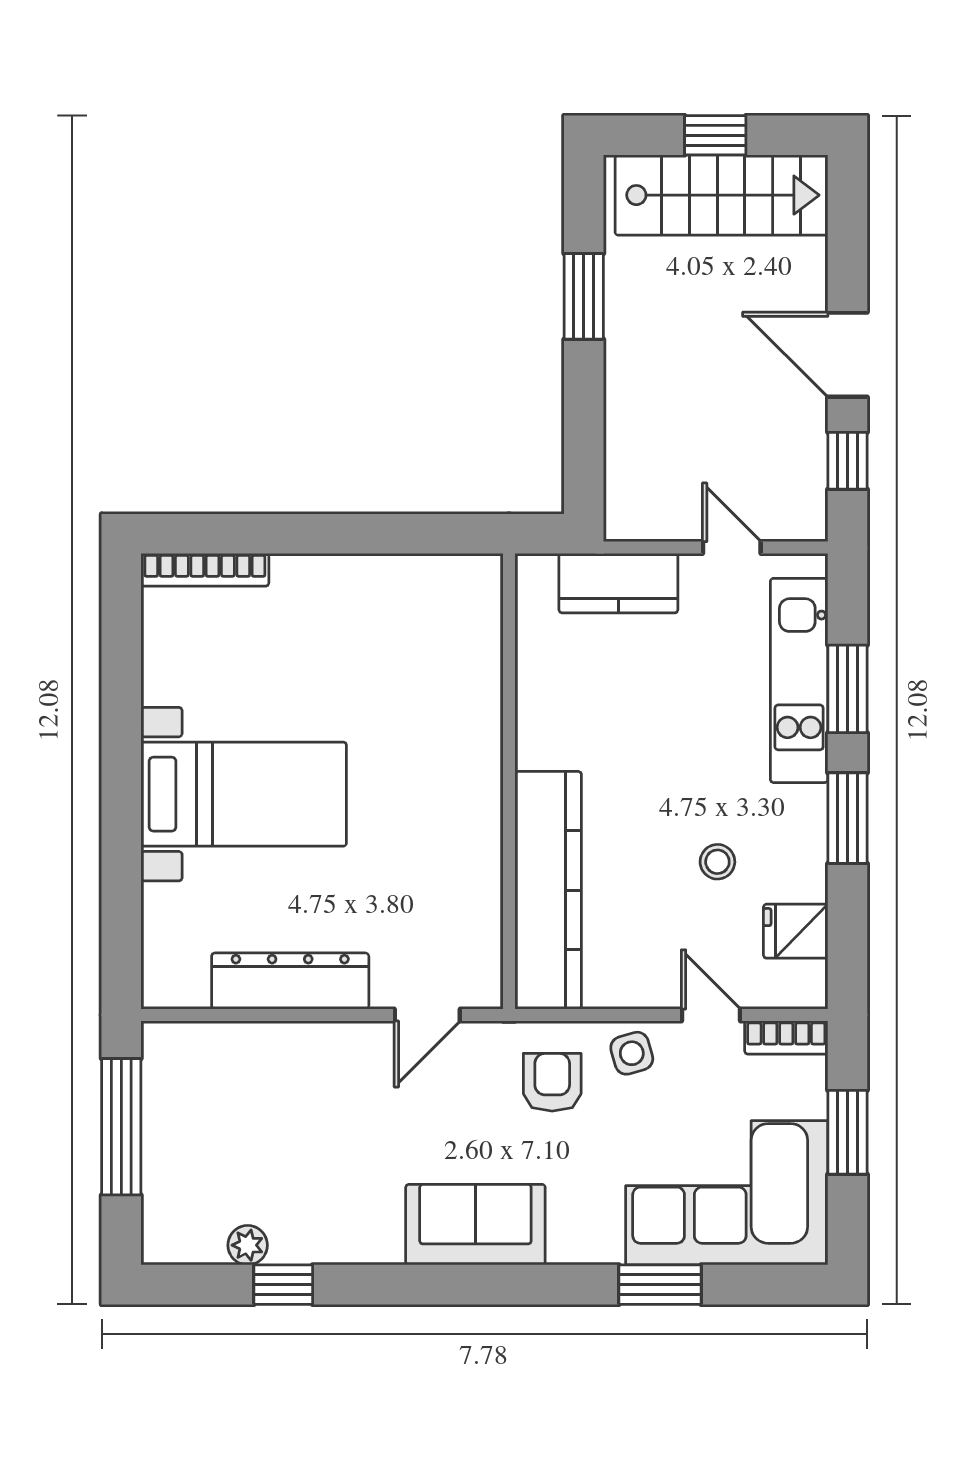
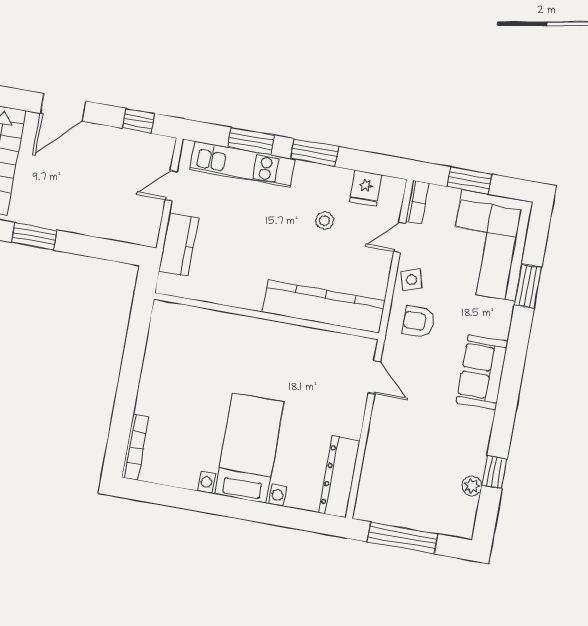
door: (848, 355) -> (63, 107), moved
dresser: (290, 981) -> (339, 476), moved

